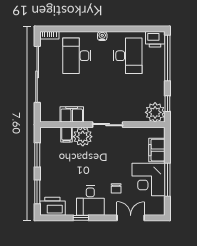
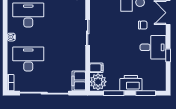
desk: (77, 56) -> (28, 59), turned 180
filing cabinet: (72, 114) -> (79, 81), moved
plant: (83, 137) -> (98, 82), moved
printer: (52, 206) -> (131, 83), moved, turned 90

